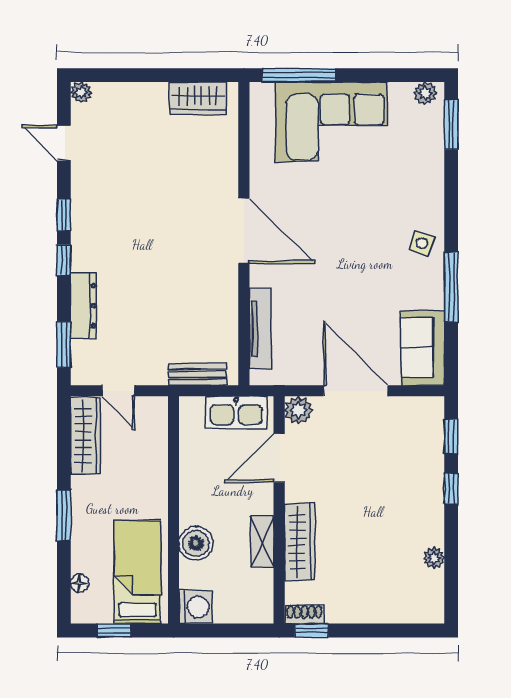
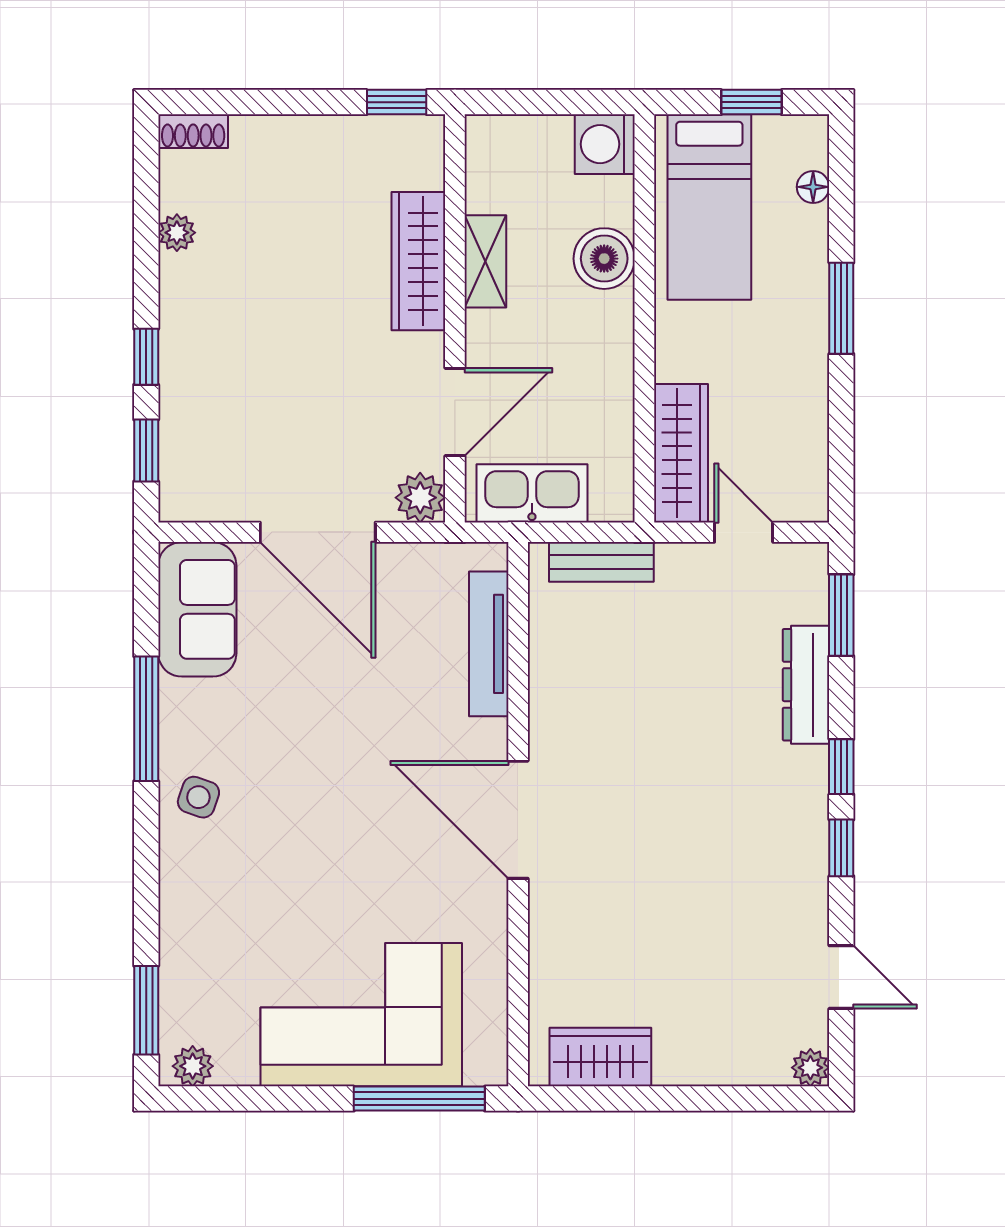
wardrobe: (85, 436) -> (681, 453), moved, turned 180
shoe rack: (305, 614) -> (193, 131), moved

